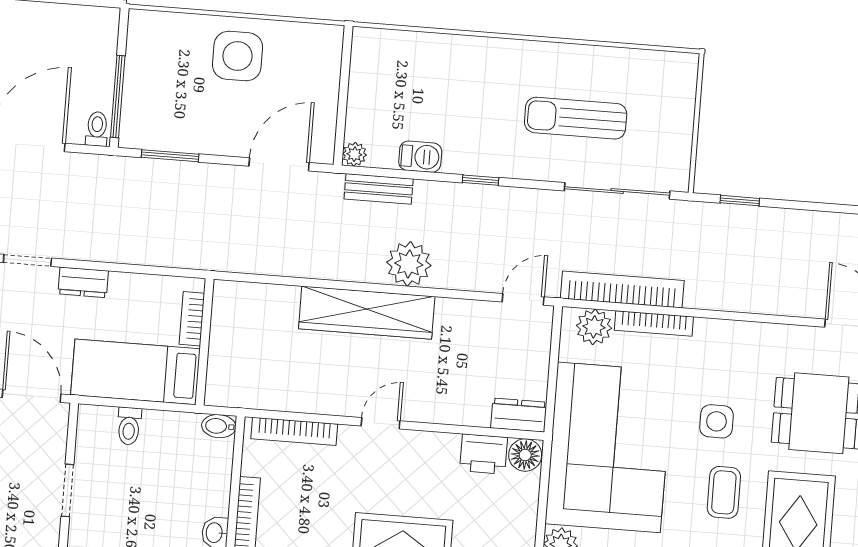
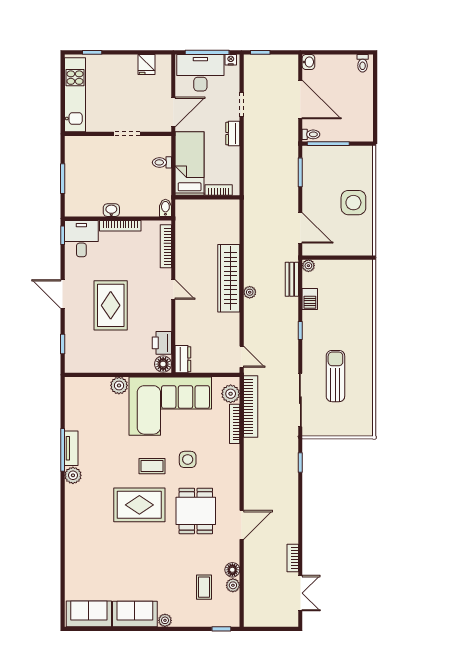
plant: (409, 264) -> (250, 292), width x0.53, depth x0.53

